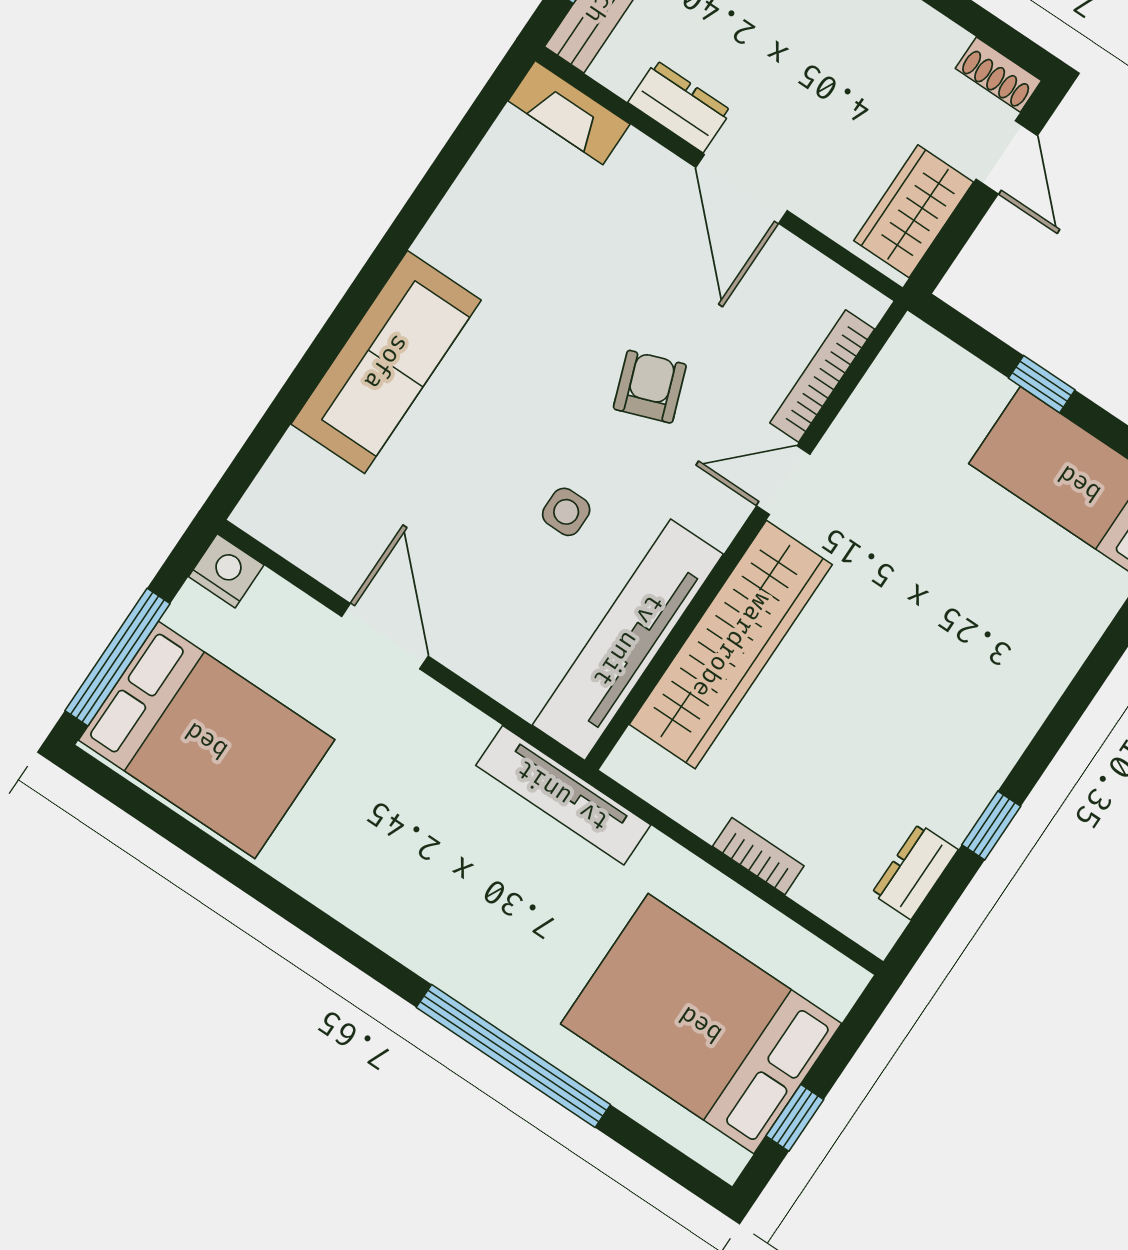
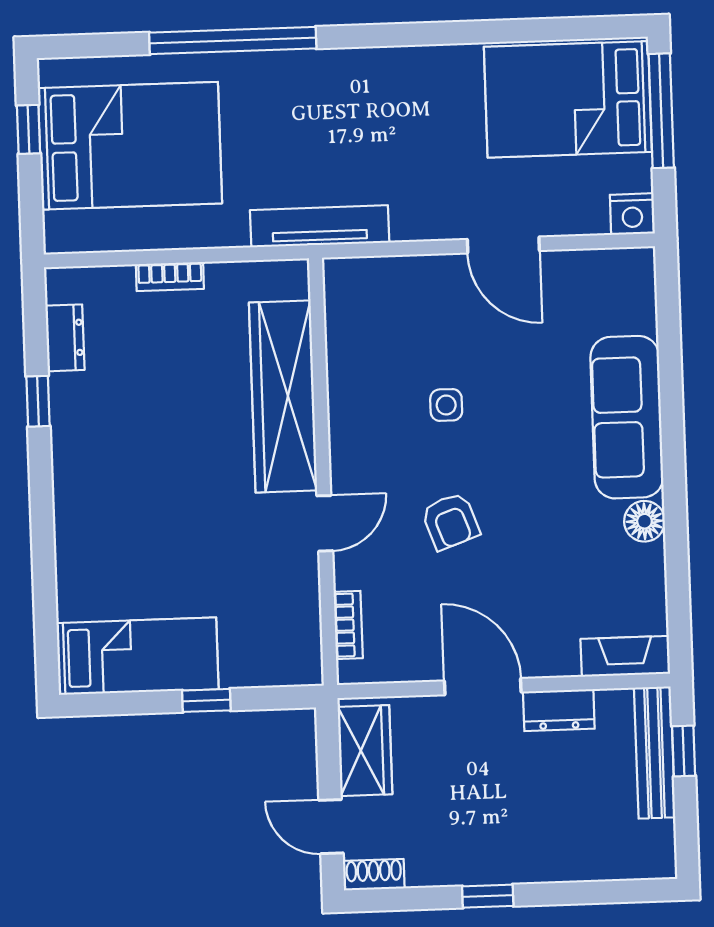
floor lamp: (447, 240) -> (644, 521), added
bookcase: (822, 376) -> (348, 625), width x0.64
tv unit: (628, 640) -> (350, 353), removed

